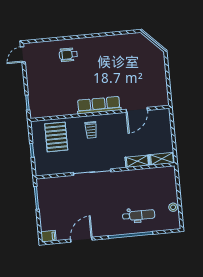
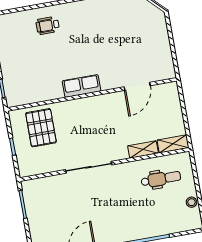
row of seats: (99, 105) -> (81, 86), width x0.68
trolley: (91, 130) -> (83, 116), removed
dental chair: (139, 215) -> (161, 179), moved

